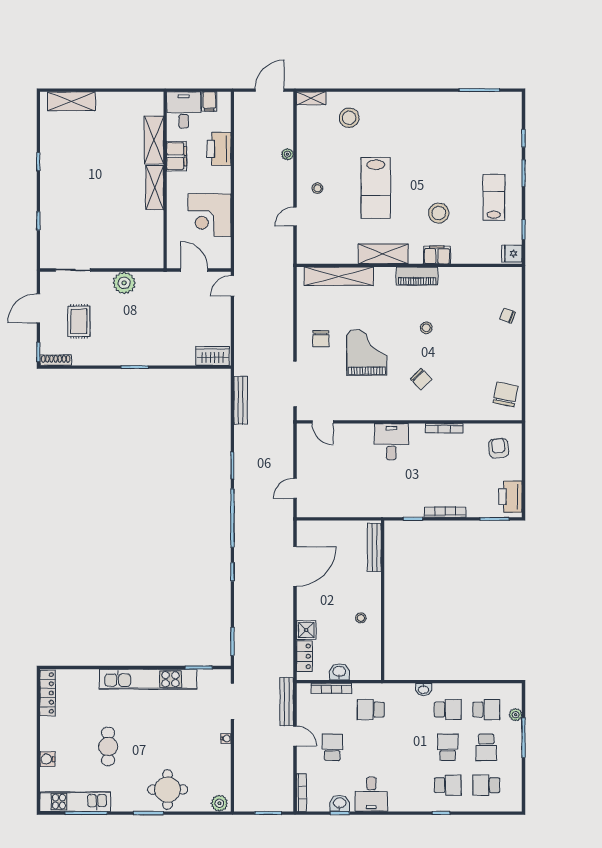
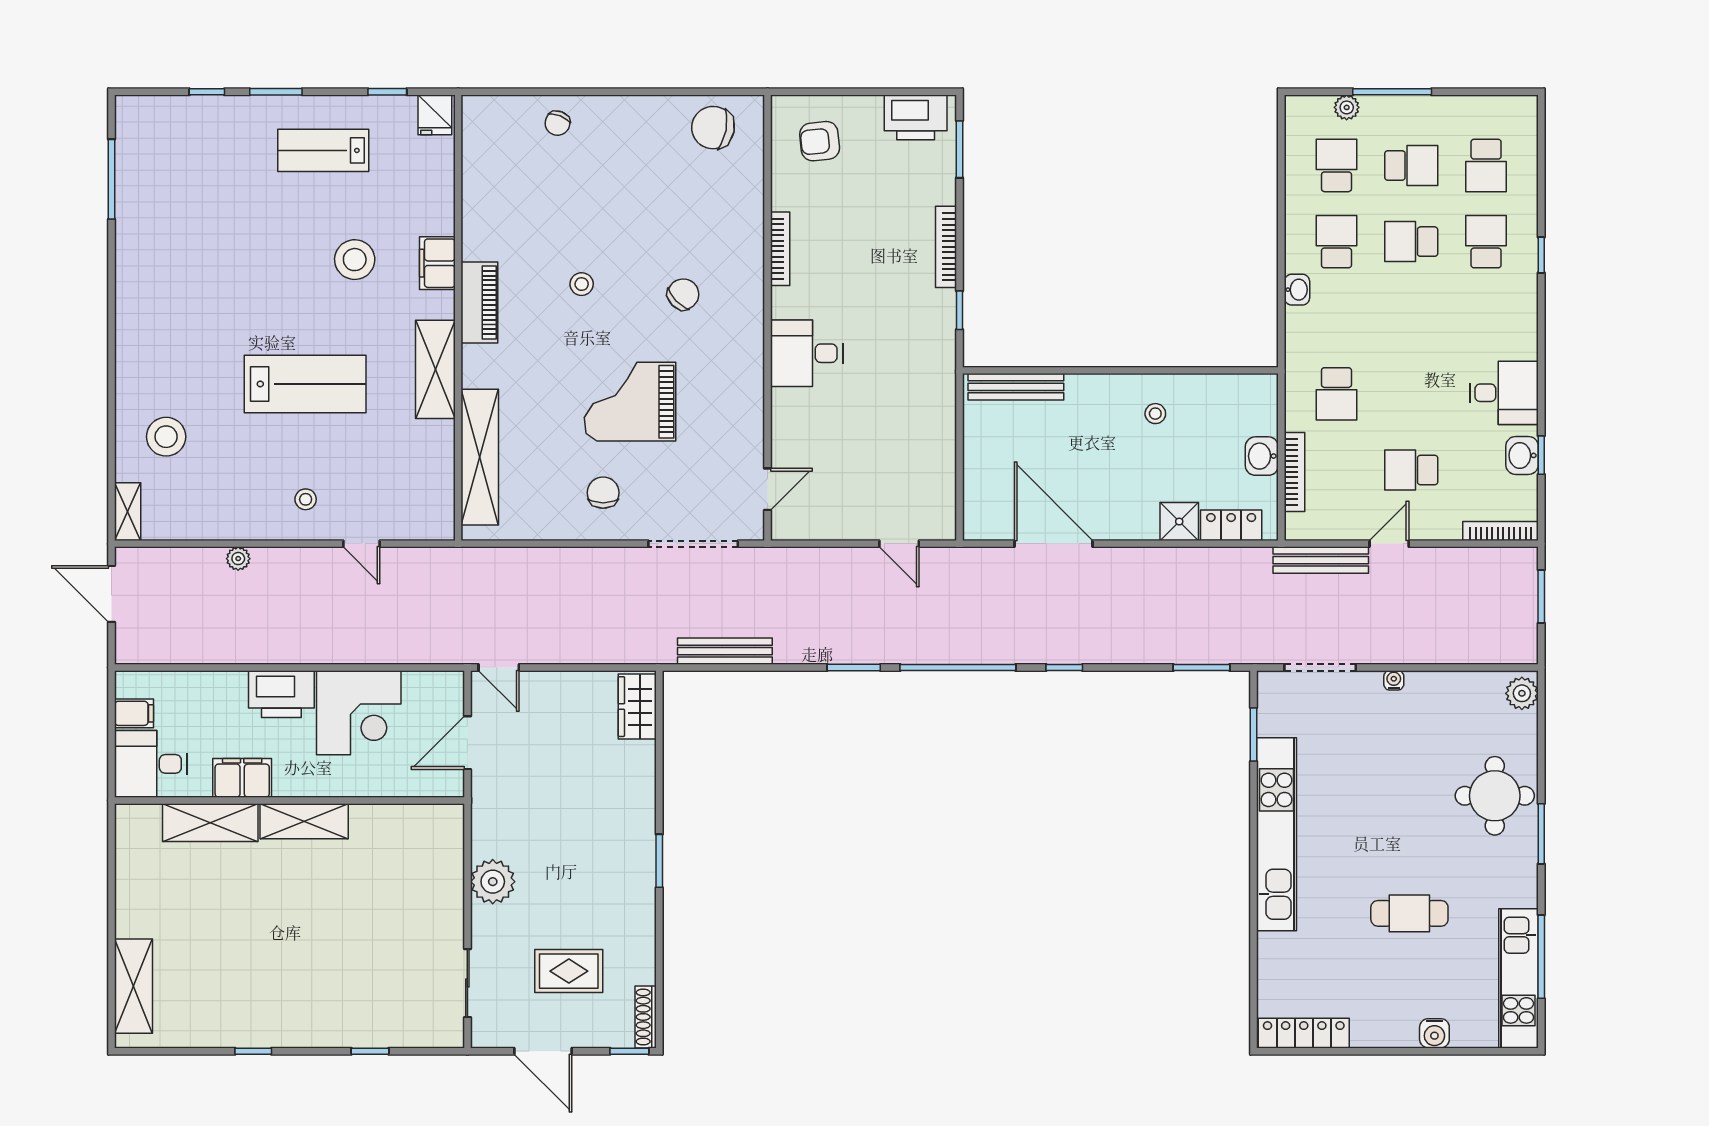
printer: (219, 149) -> (281, 694), moved
chair: (321, 339) -> (603, 493), turned -90

